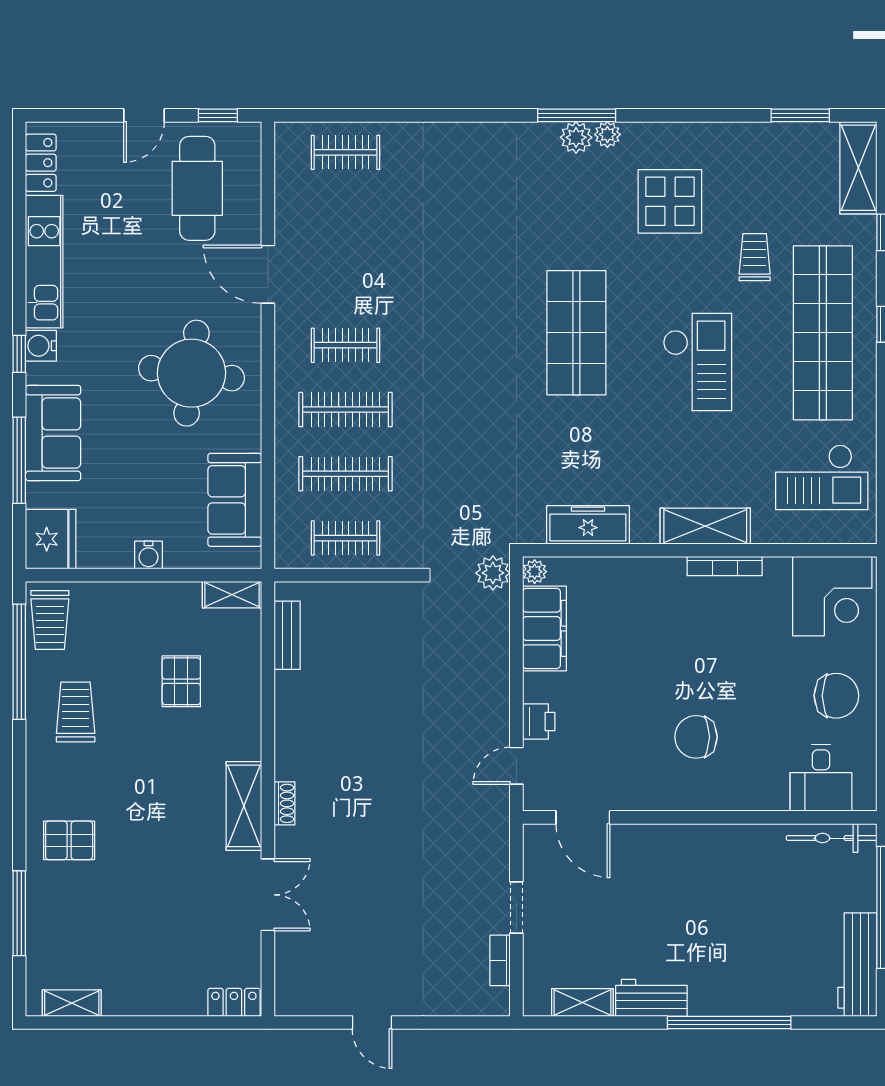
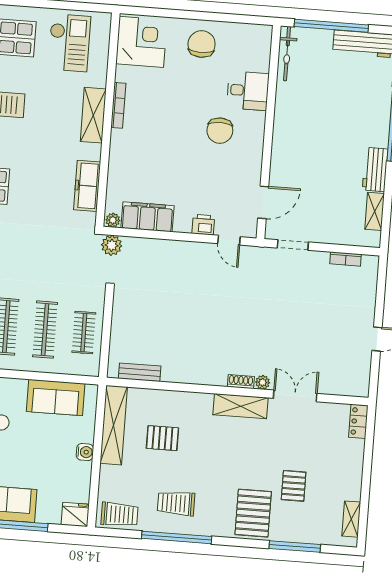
fridge: (51, 539) -> (75, 514), width x0.73, depth x0.75
shelving: (232, 595) -> (114, 425), width x2.20, depth x1.33
window: (19, 662) -> (177, 537), moved
desk: (821, 778) -> (248, 91), moved
plant: (286, 839) -> (263, 382), added
pallet: (69, 840) -> (253, 513), width x1.50, depth x1.42
pallet: (119, 904) -> (294, 486), added
doorway: (516, 907) -> (293, 245), moved

